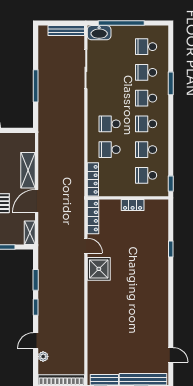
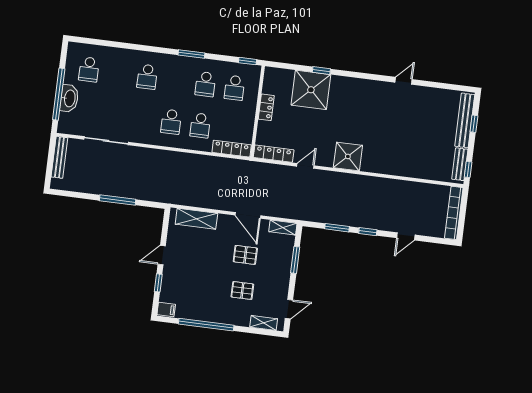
washbasin: (99, 33) -> (69, 98), moved
school desk: (146, 72) -> (118, 73), removed
window: (171, 83) -> (191, 54), moved
school desk: (146, 124) -> (176, 80), removed
shelving: (28, 170) -> (196, 219), moved
shower: (153, 242) -> (311, 90), added
shower: (99, 269) -> (348, 156), moved
door: (36, 341) -> (406, 236), hinge flipped
door: (171, 355) -> (404, 81), moved
plant: (43, 357) -> (425, 230), removed

